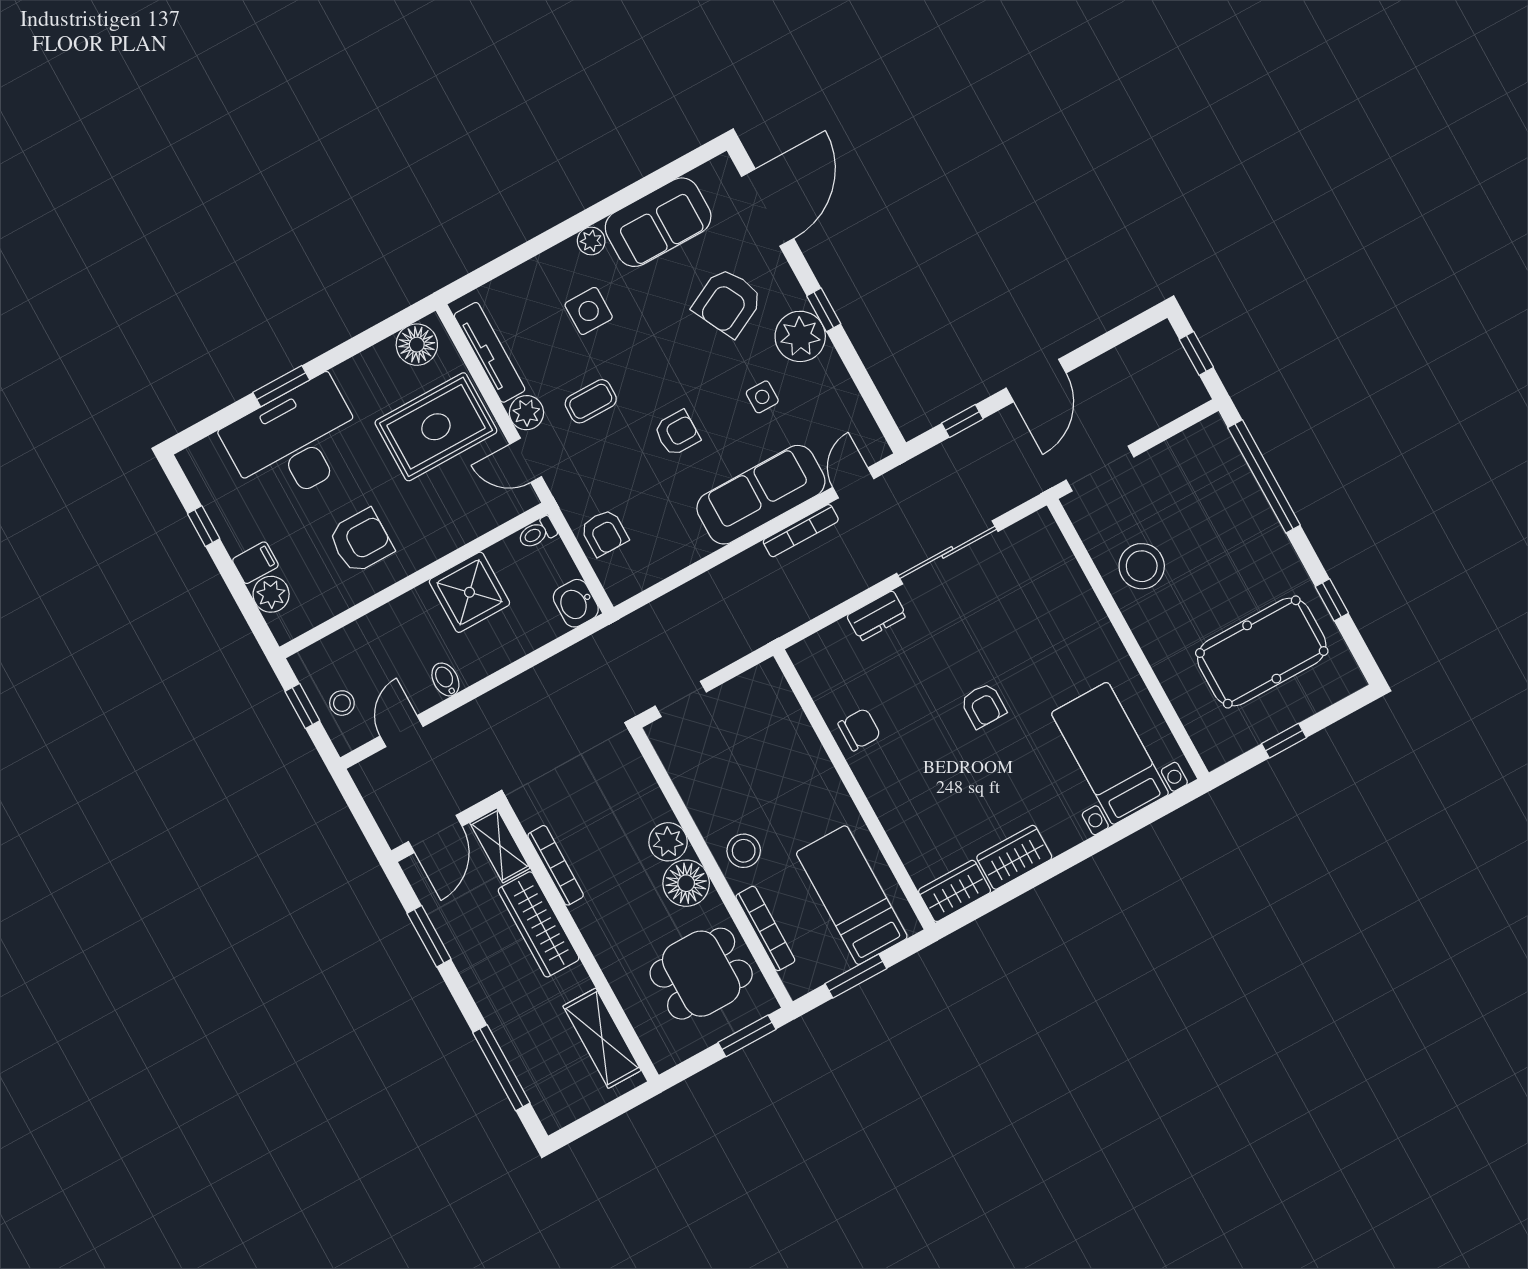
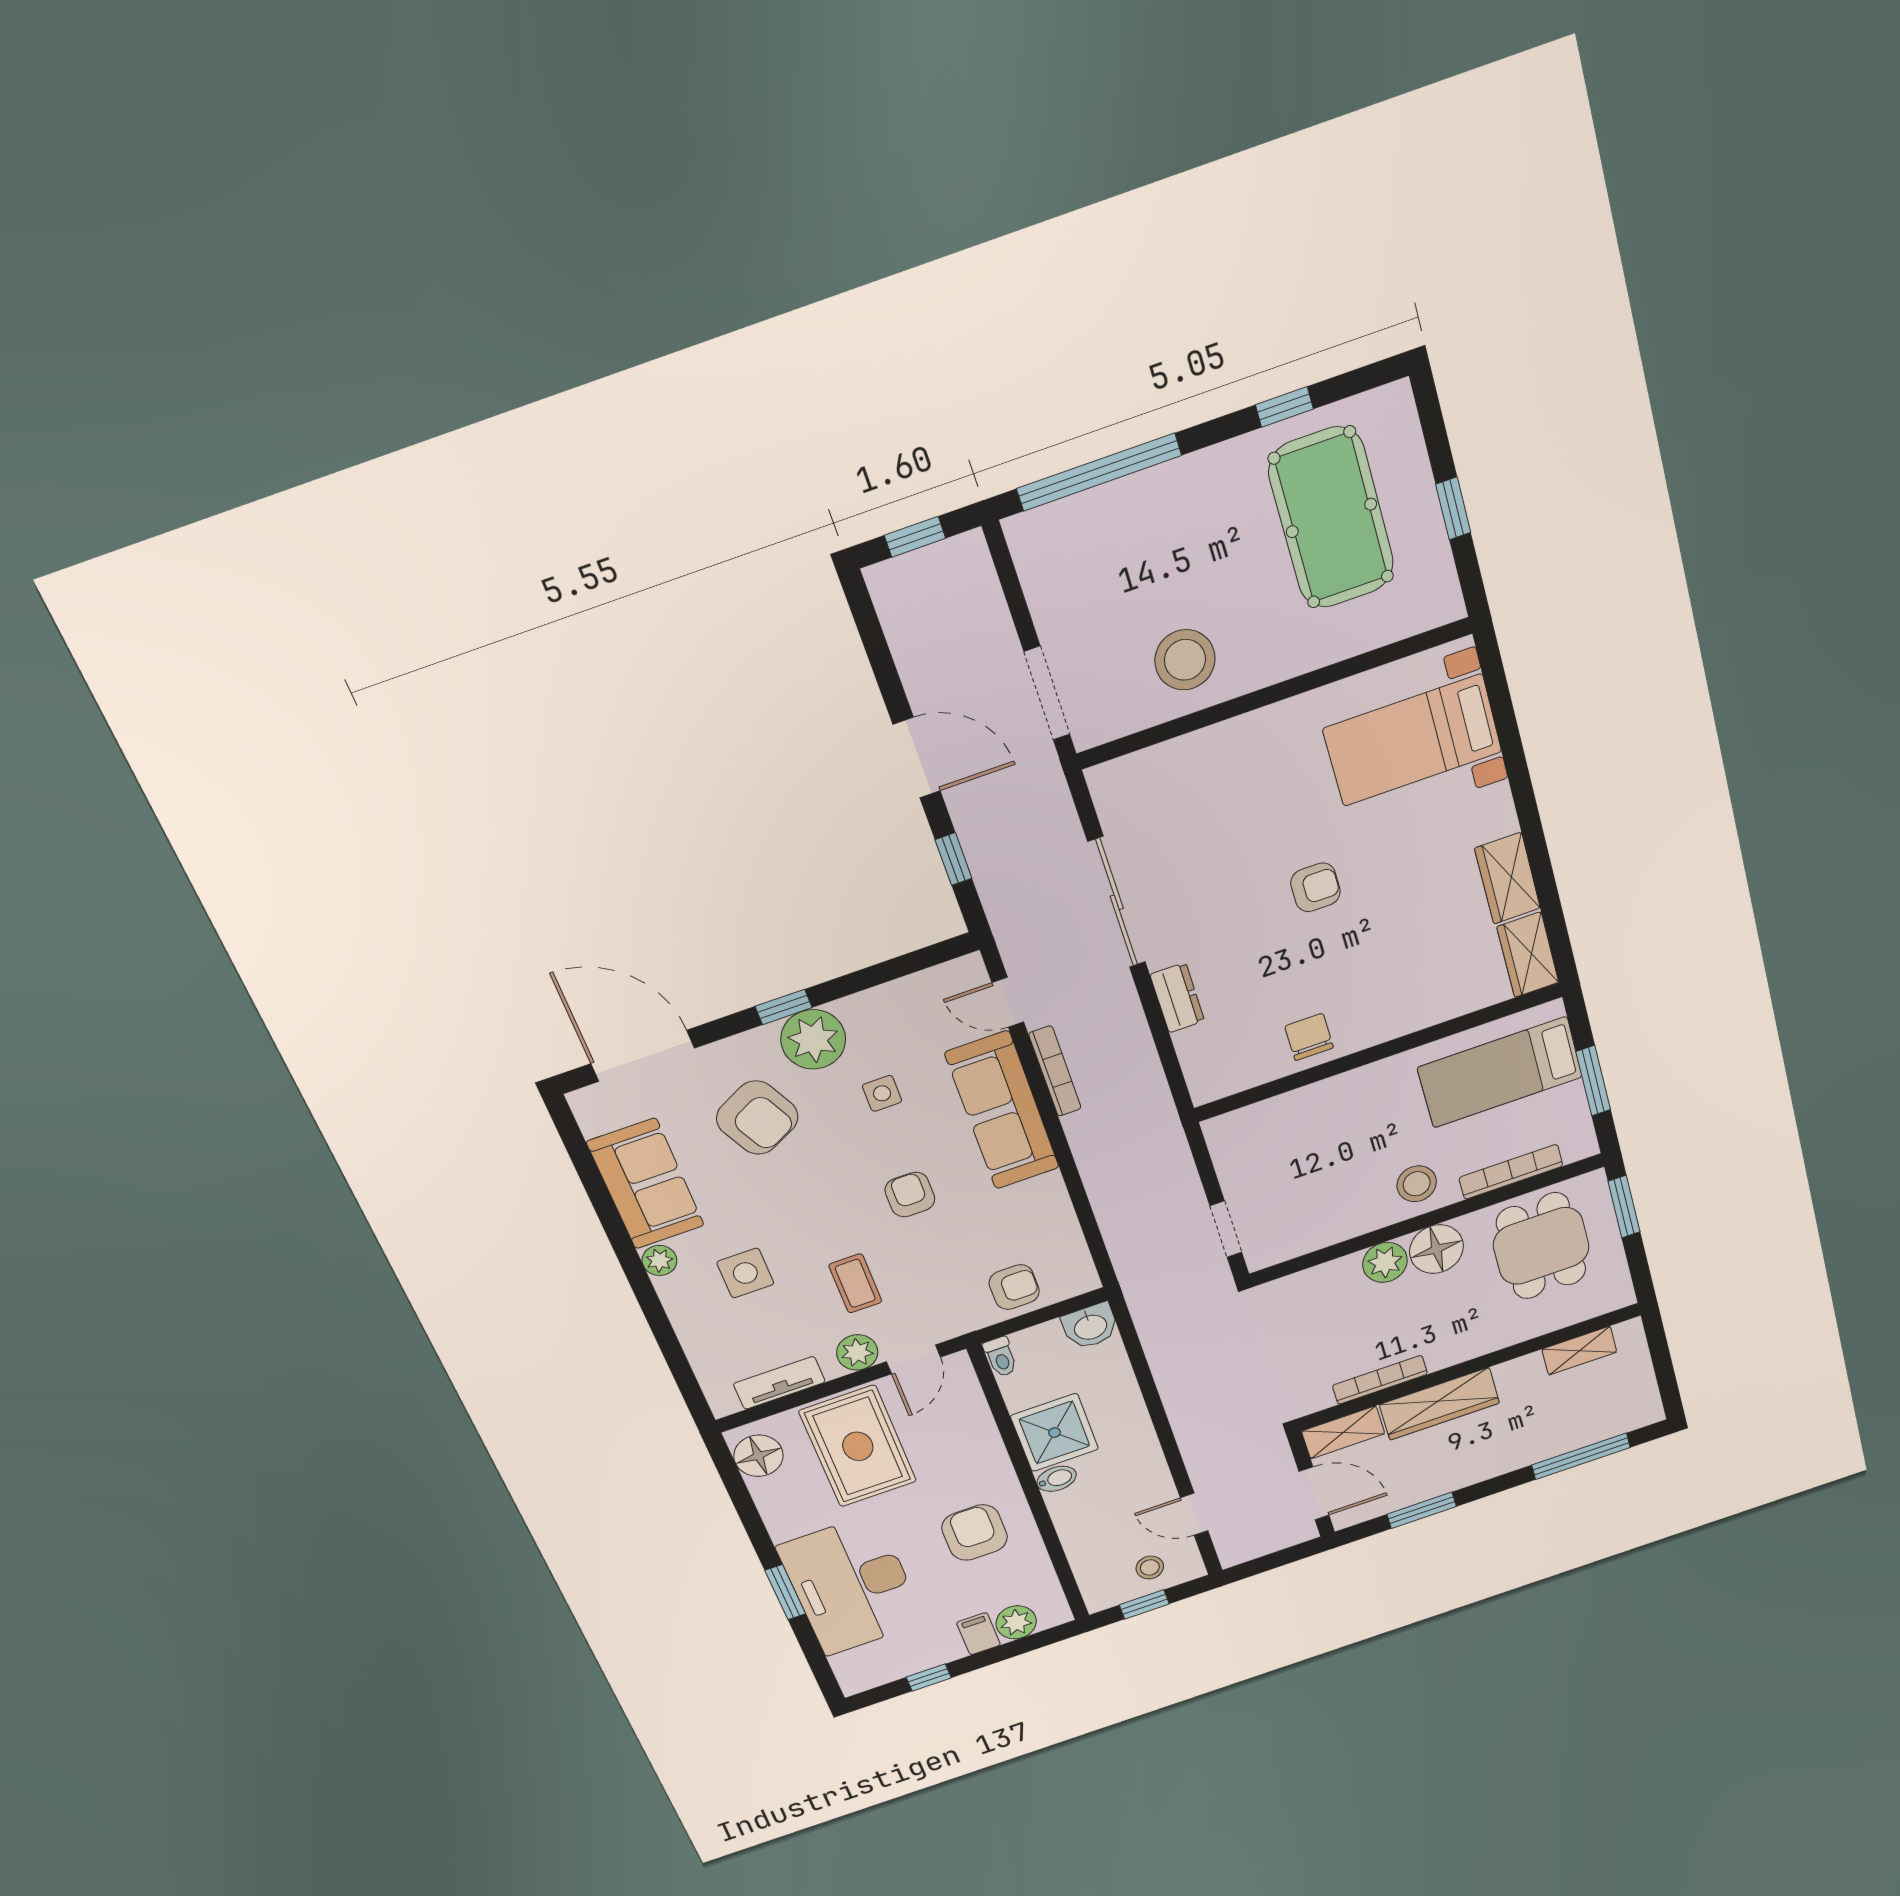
tv unit: (490, 352) -> (779, 1383), width x0.71
bidet: (445, 679) -> (1057, 1479), moved, turned 180
shelving: (602, 1038) -> (1579, 1351), width x0.67, depth x0.75

